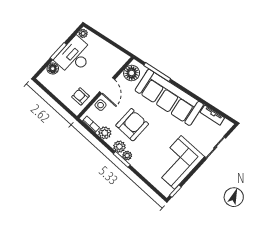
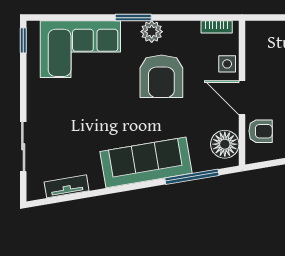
armchair: (80, 96) -> (261, 131), moved
sofa: (169, 97) -> (146, 162), width x0.74, depth x0.79
plant: (105, 133) -> (188, 32), removed
plant: (127, 156) -> (130, 29), removed
corner sofa: (178, 162) -> (80, 49), moved, turned 90

